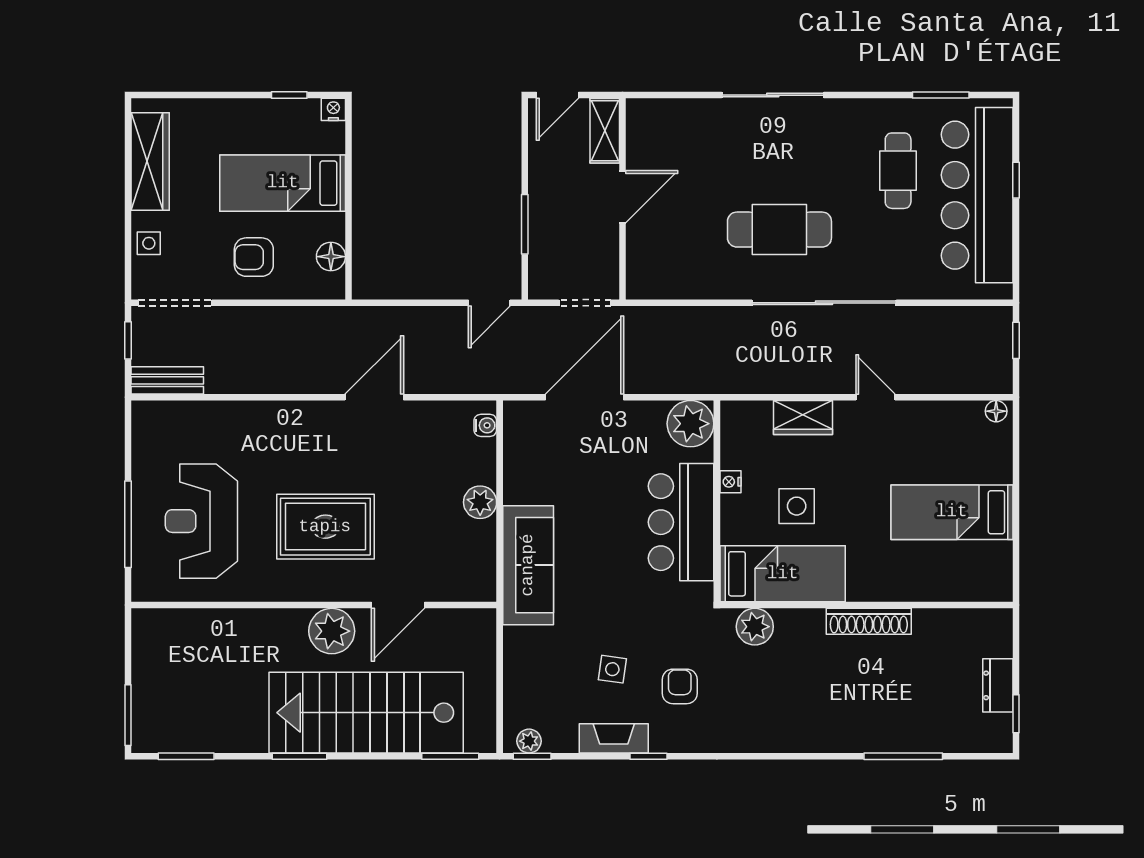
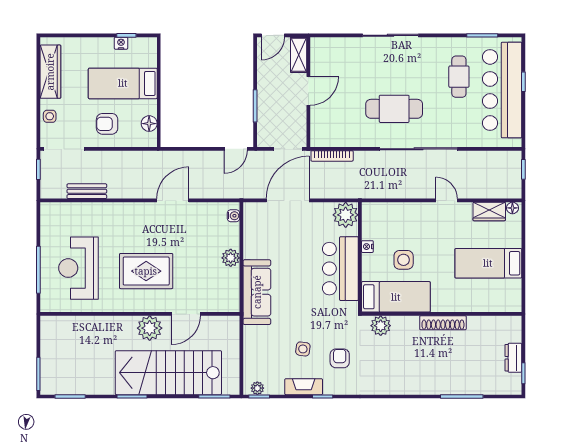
nightstand: (333, 109) -> (121, 43), moved
bookcase: (666, 316) -> (332, 156), added
bench: (167, 380) -> (87, 191), moved
wardrobe: (803, 417) -> (489, 211), moved

